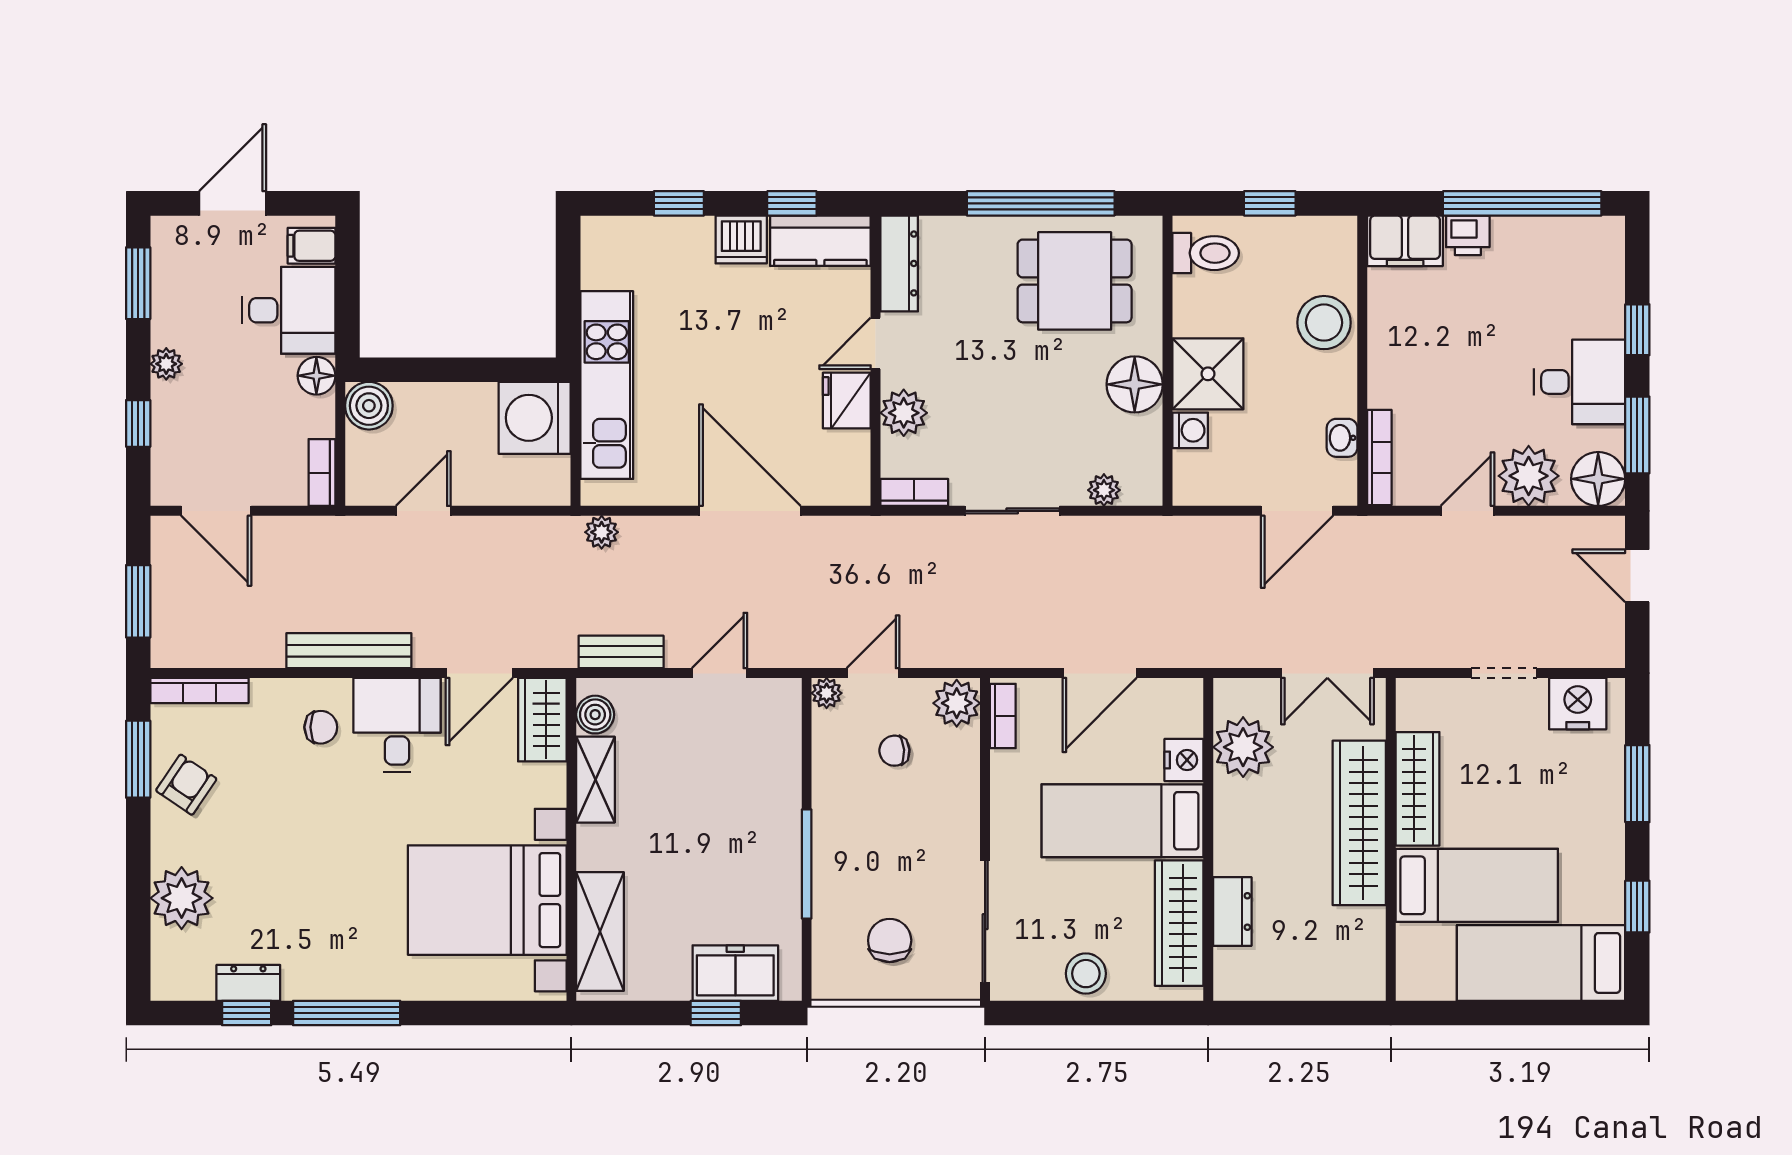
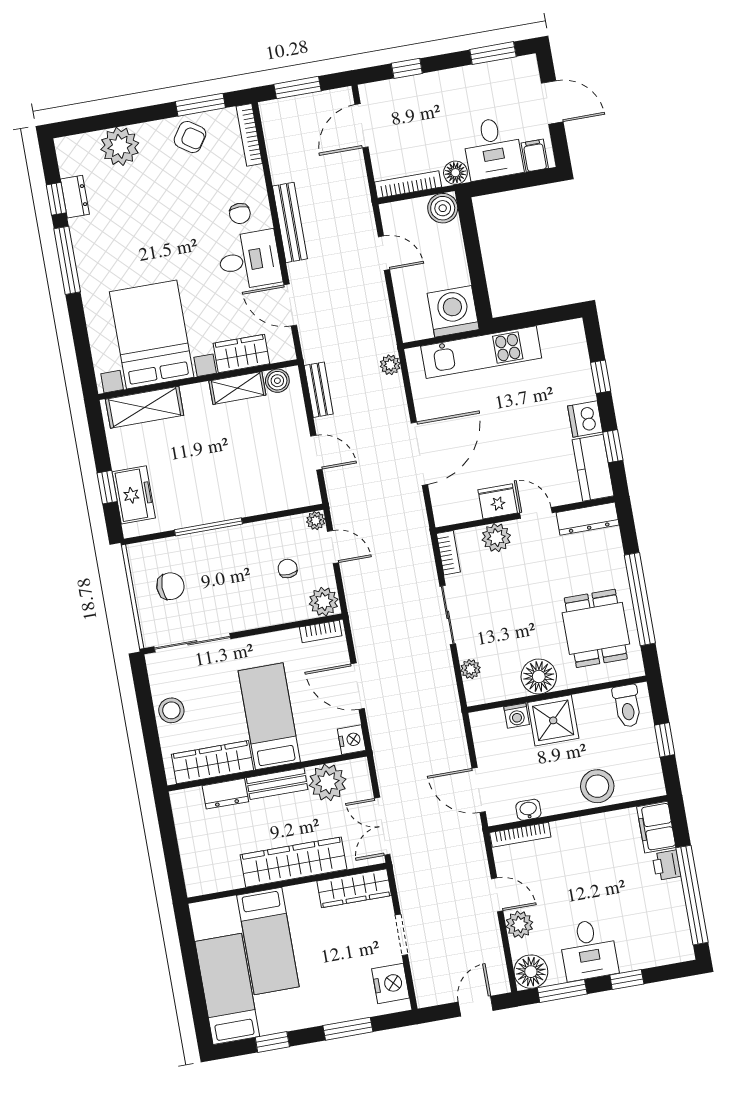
plant: (166, 364) -> (446, 79), removed
bookcase: (322, 473) -> (408, 185), width x1.56
plant: (1529, 476) -> (519, 924), width x0.73, depth x0.73
wardrobe: (542, 720) -> (241, 354), moved
nightstand: (1184, 760) -> (352, 740), moved, turned -90
wardrobe: (1418, 789) -> (354, 888), moved
bench: (1231, 827) -> (277, 784), added

